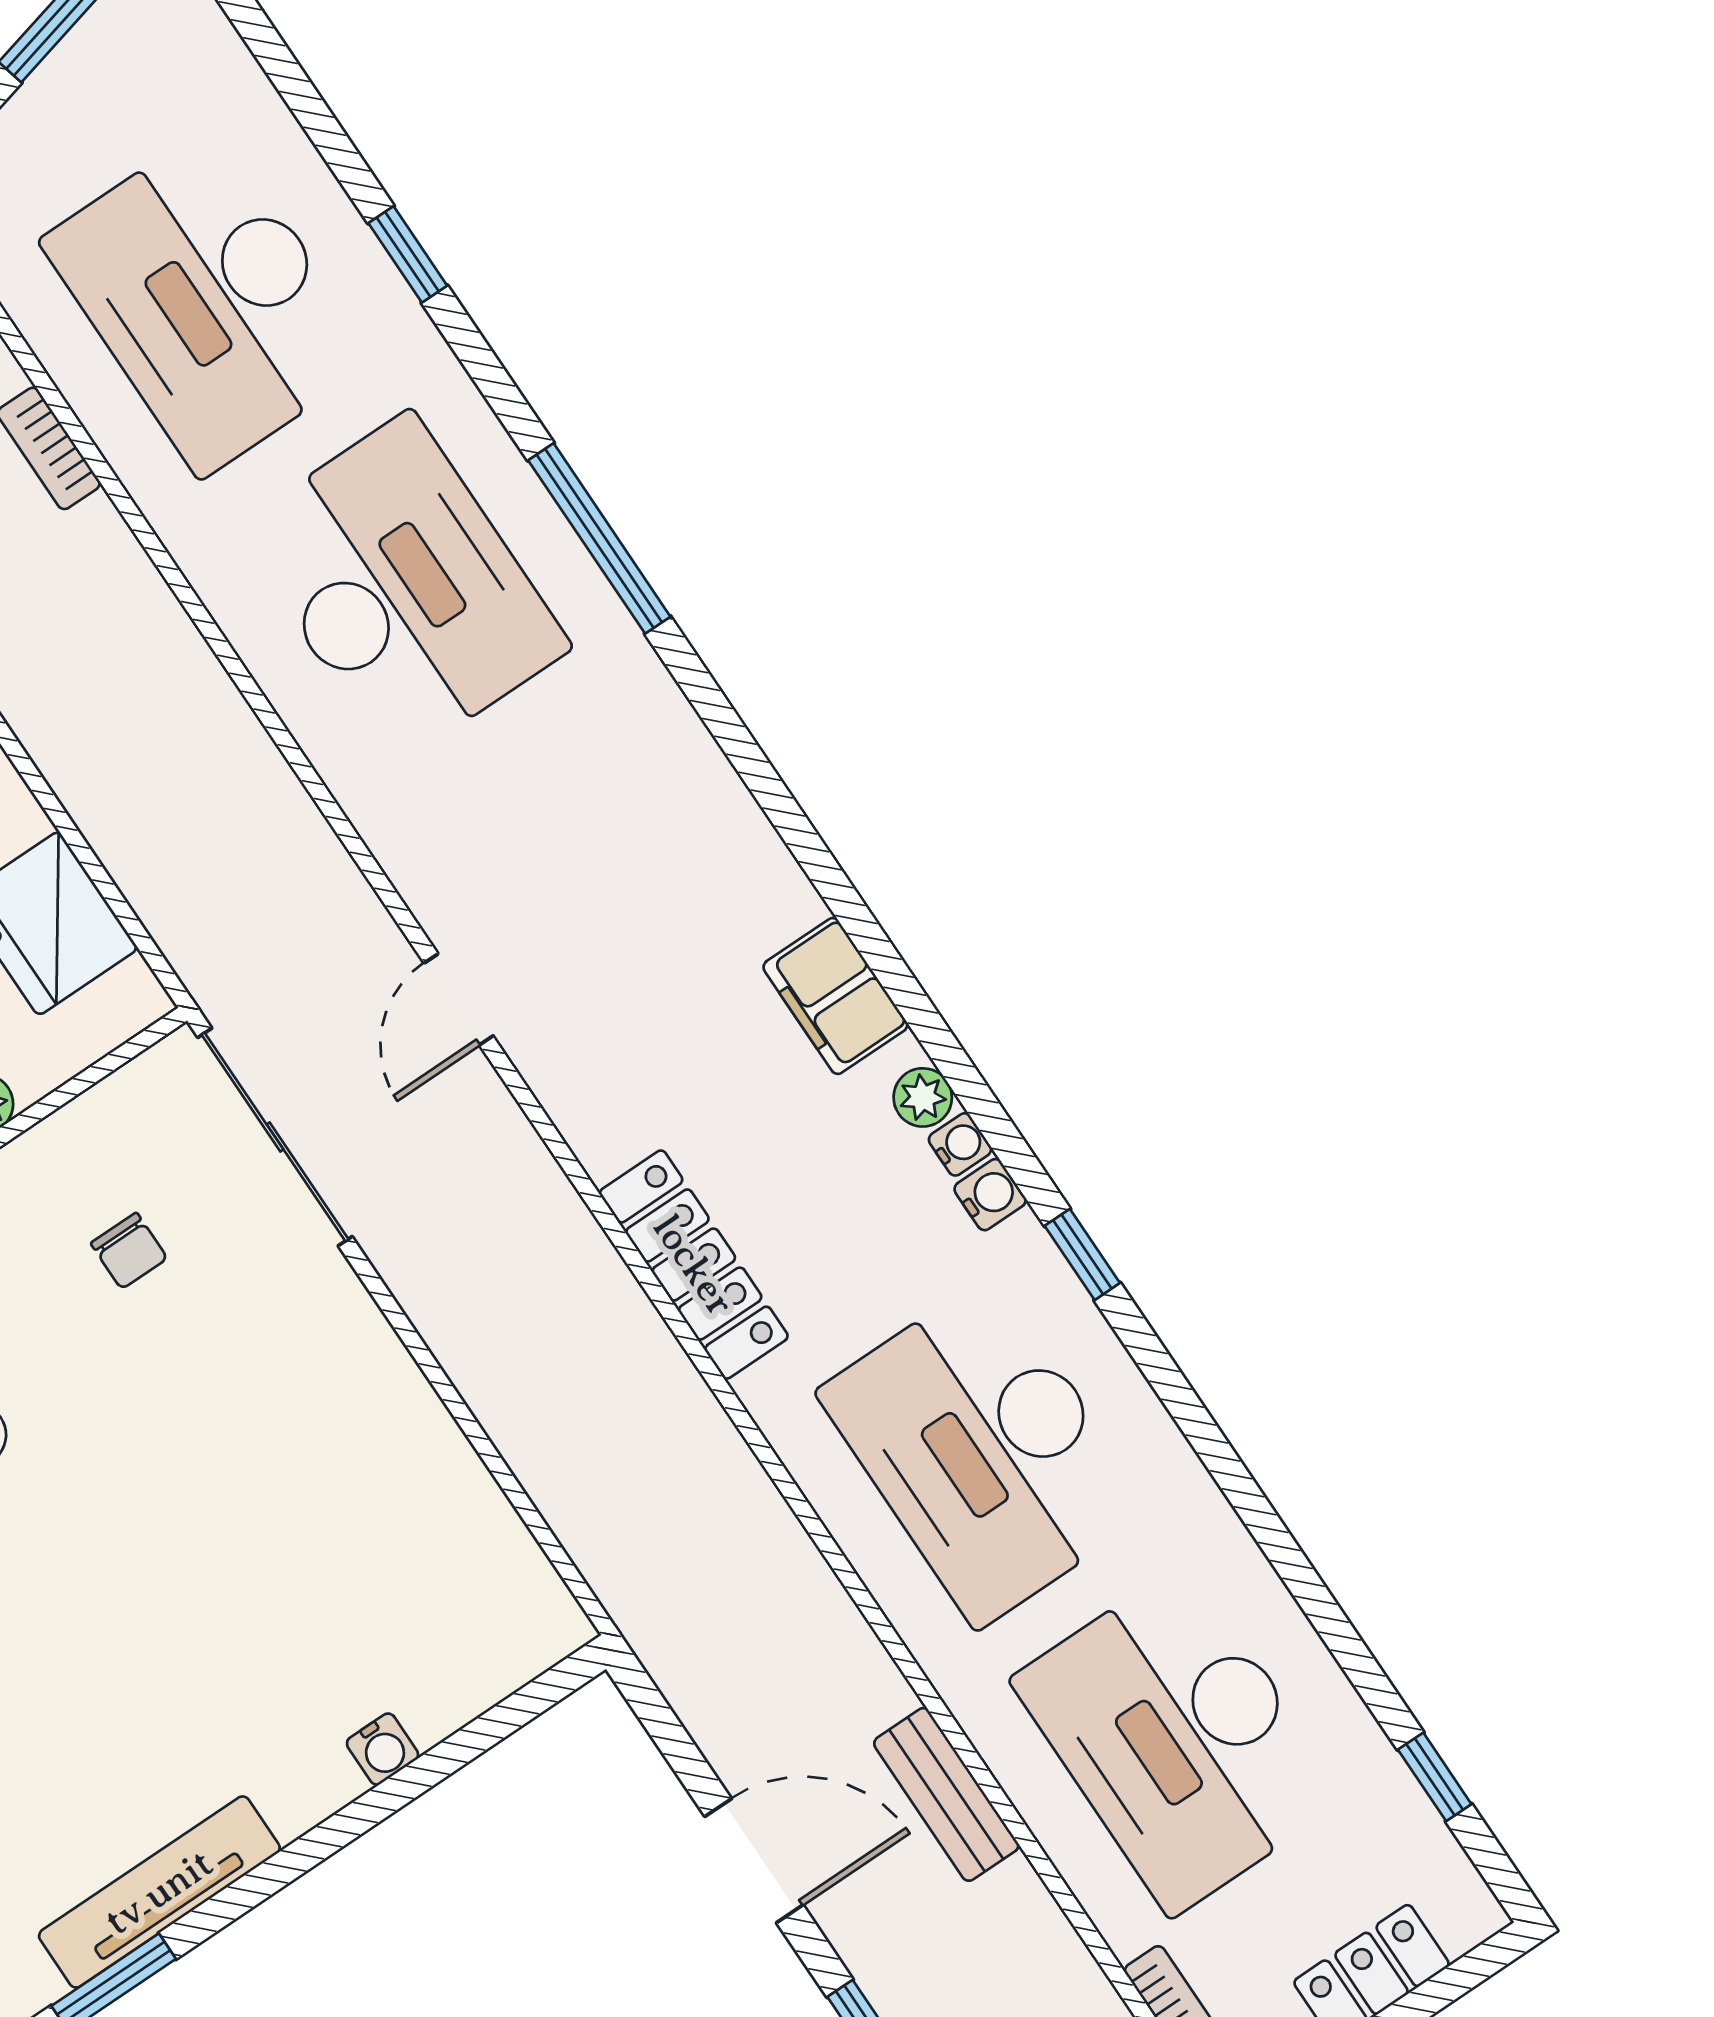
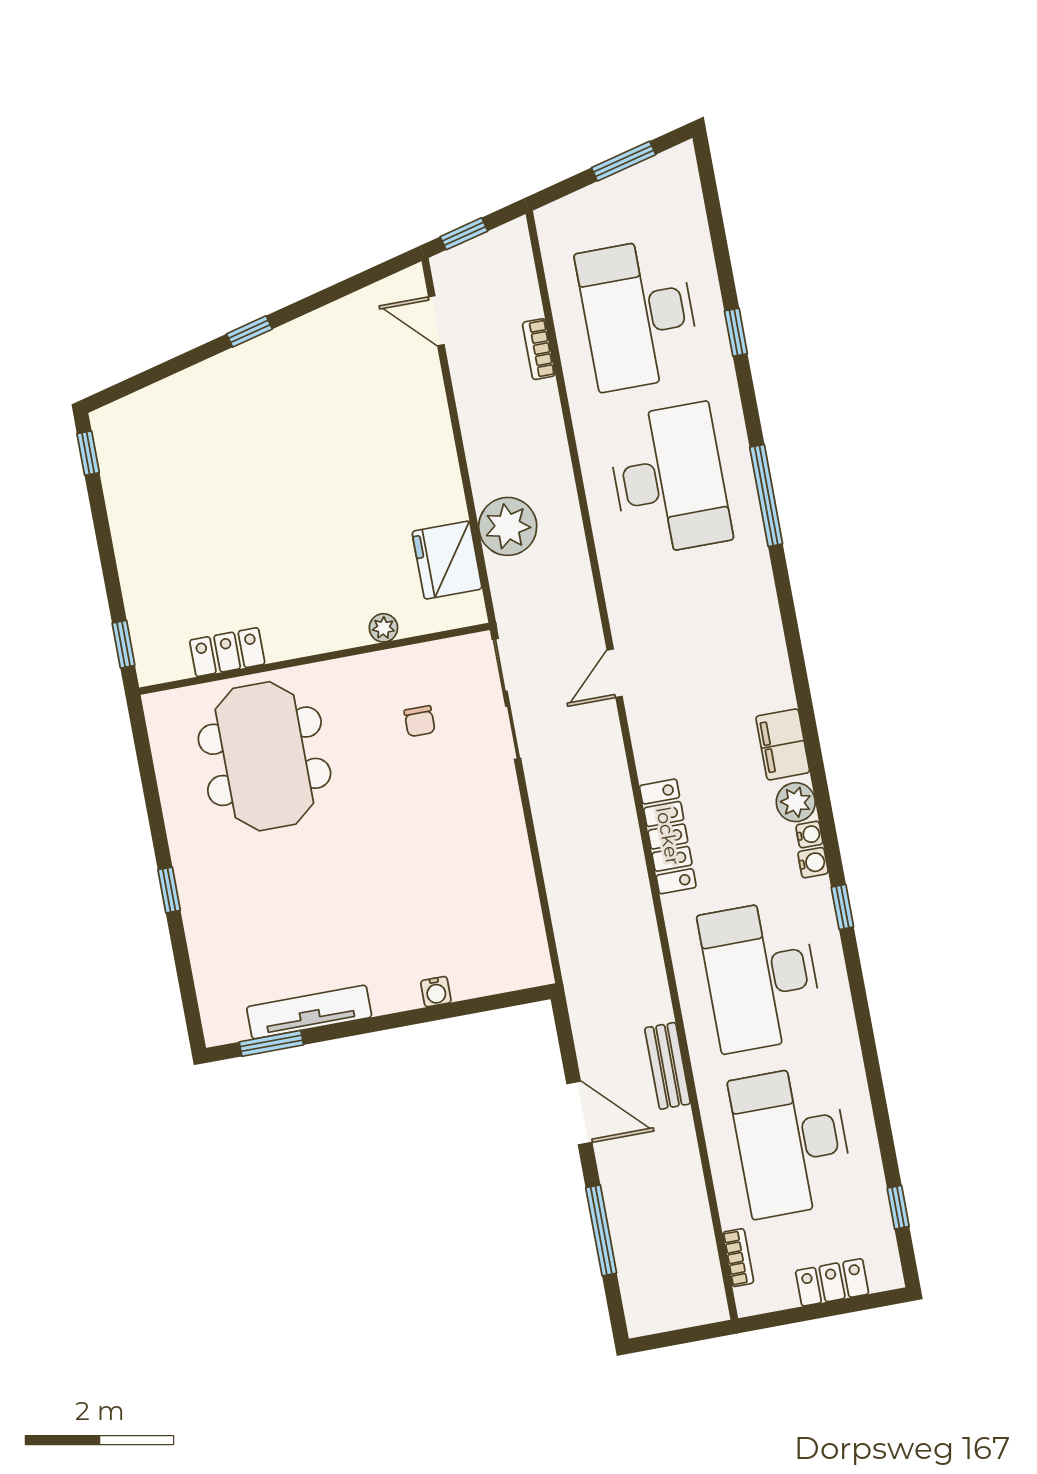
plant: (136, 810) -> (508, 526), added
plant: (923, 1097) -> (796, 802), width x1.38, depth x1.38
bench: (946, 1794) -> (668, 1066), moved

